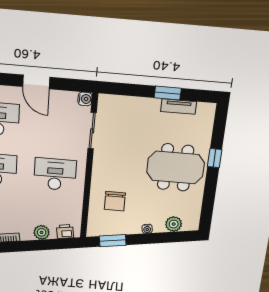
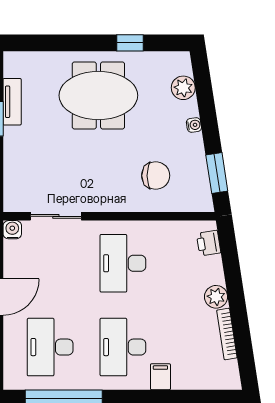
window: (215, 158) -> (130, 43), moved
meeting table: (175, 167) -> (98, 95), turned 90
plant: (42, 232) -> (216, 297), moved

